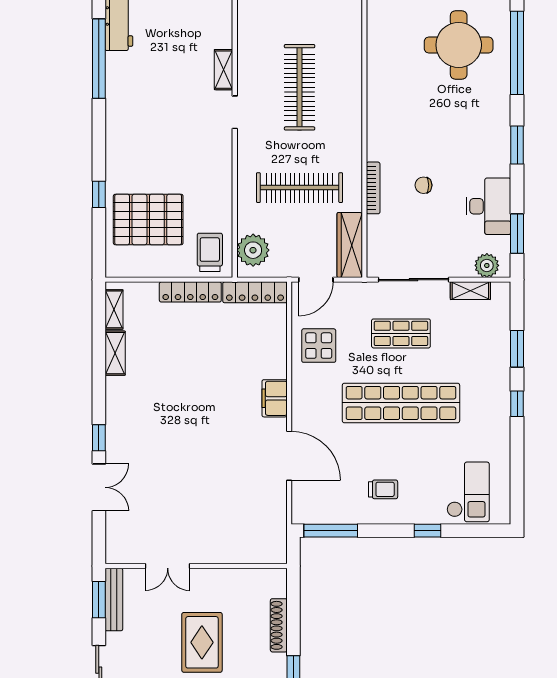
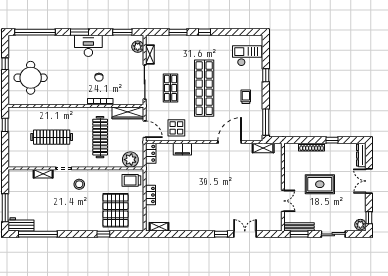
round table: (459, 45) -> (31, 78), moved
stool: (202, 144) -> (79, 184), added
desk: (489, 206) -> (88, 46), moved
locker: (190, 292) -> (150, 195), width x0.66
locker: (255, 292) -> (151, 153), width x0.66
shelving: (115, 353) -> (263, 148), moved
filing cabinet: (275, 398) -> (182, 149), moved

